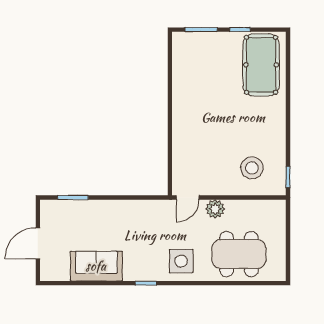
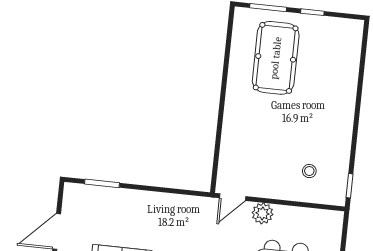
pool table: (261, 65) -> (276, 58), moved
stool: (252, 168) -> (309, 171), width x0.53, depth x0.53

